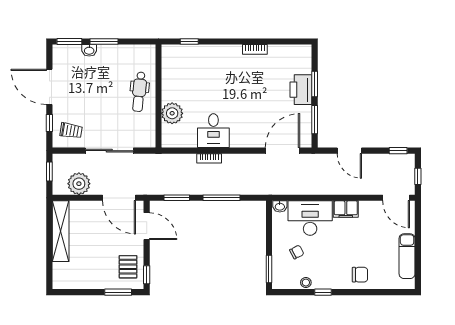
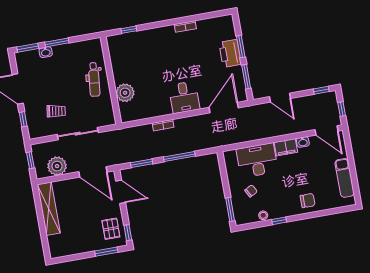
trolley: (71, 131) -> (56, 111), moved
desk: (213, 131) -> (184, 97), moved
washbasin: (280, 206) -> (303, 142), moved

